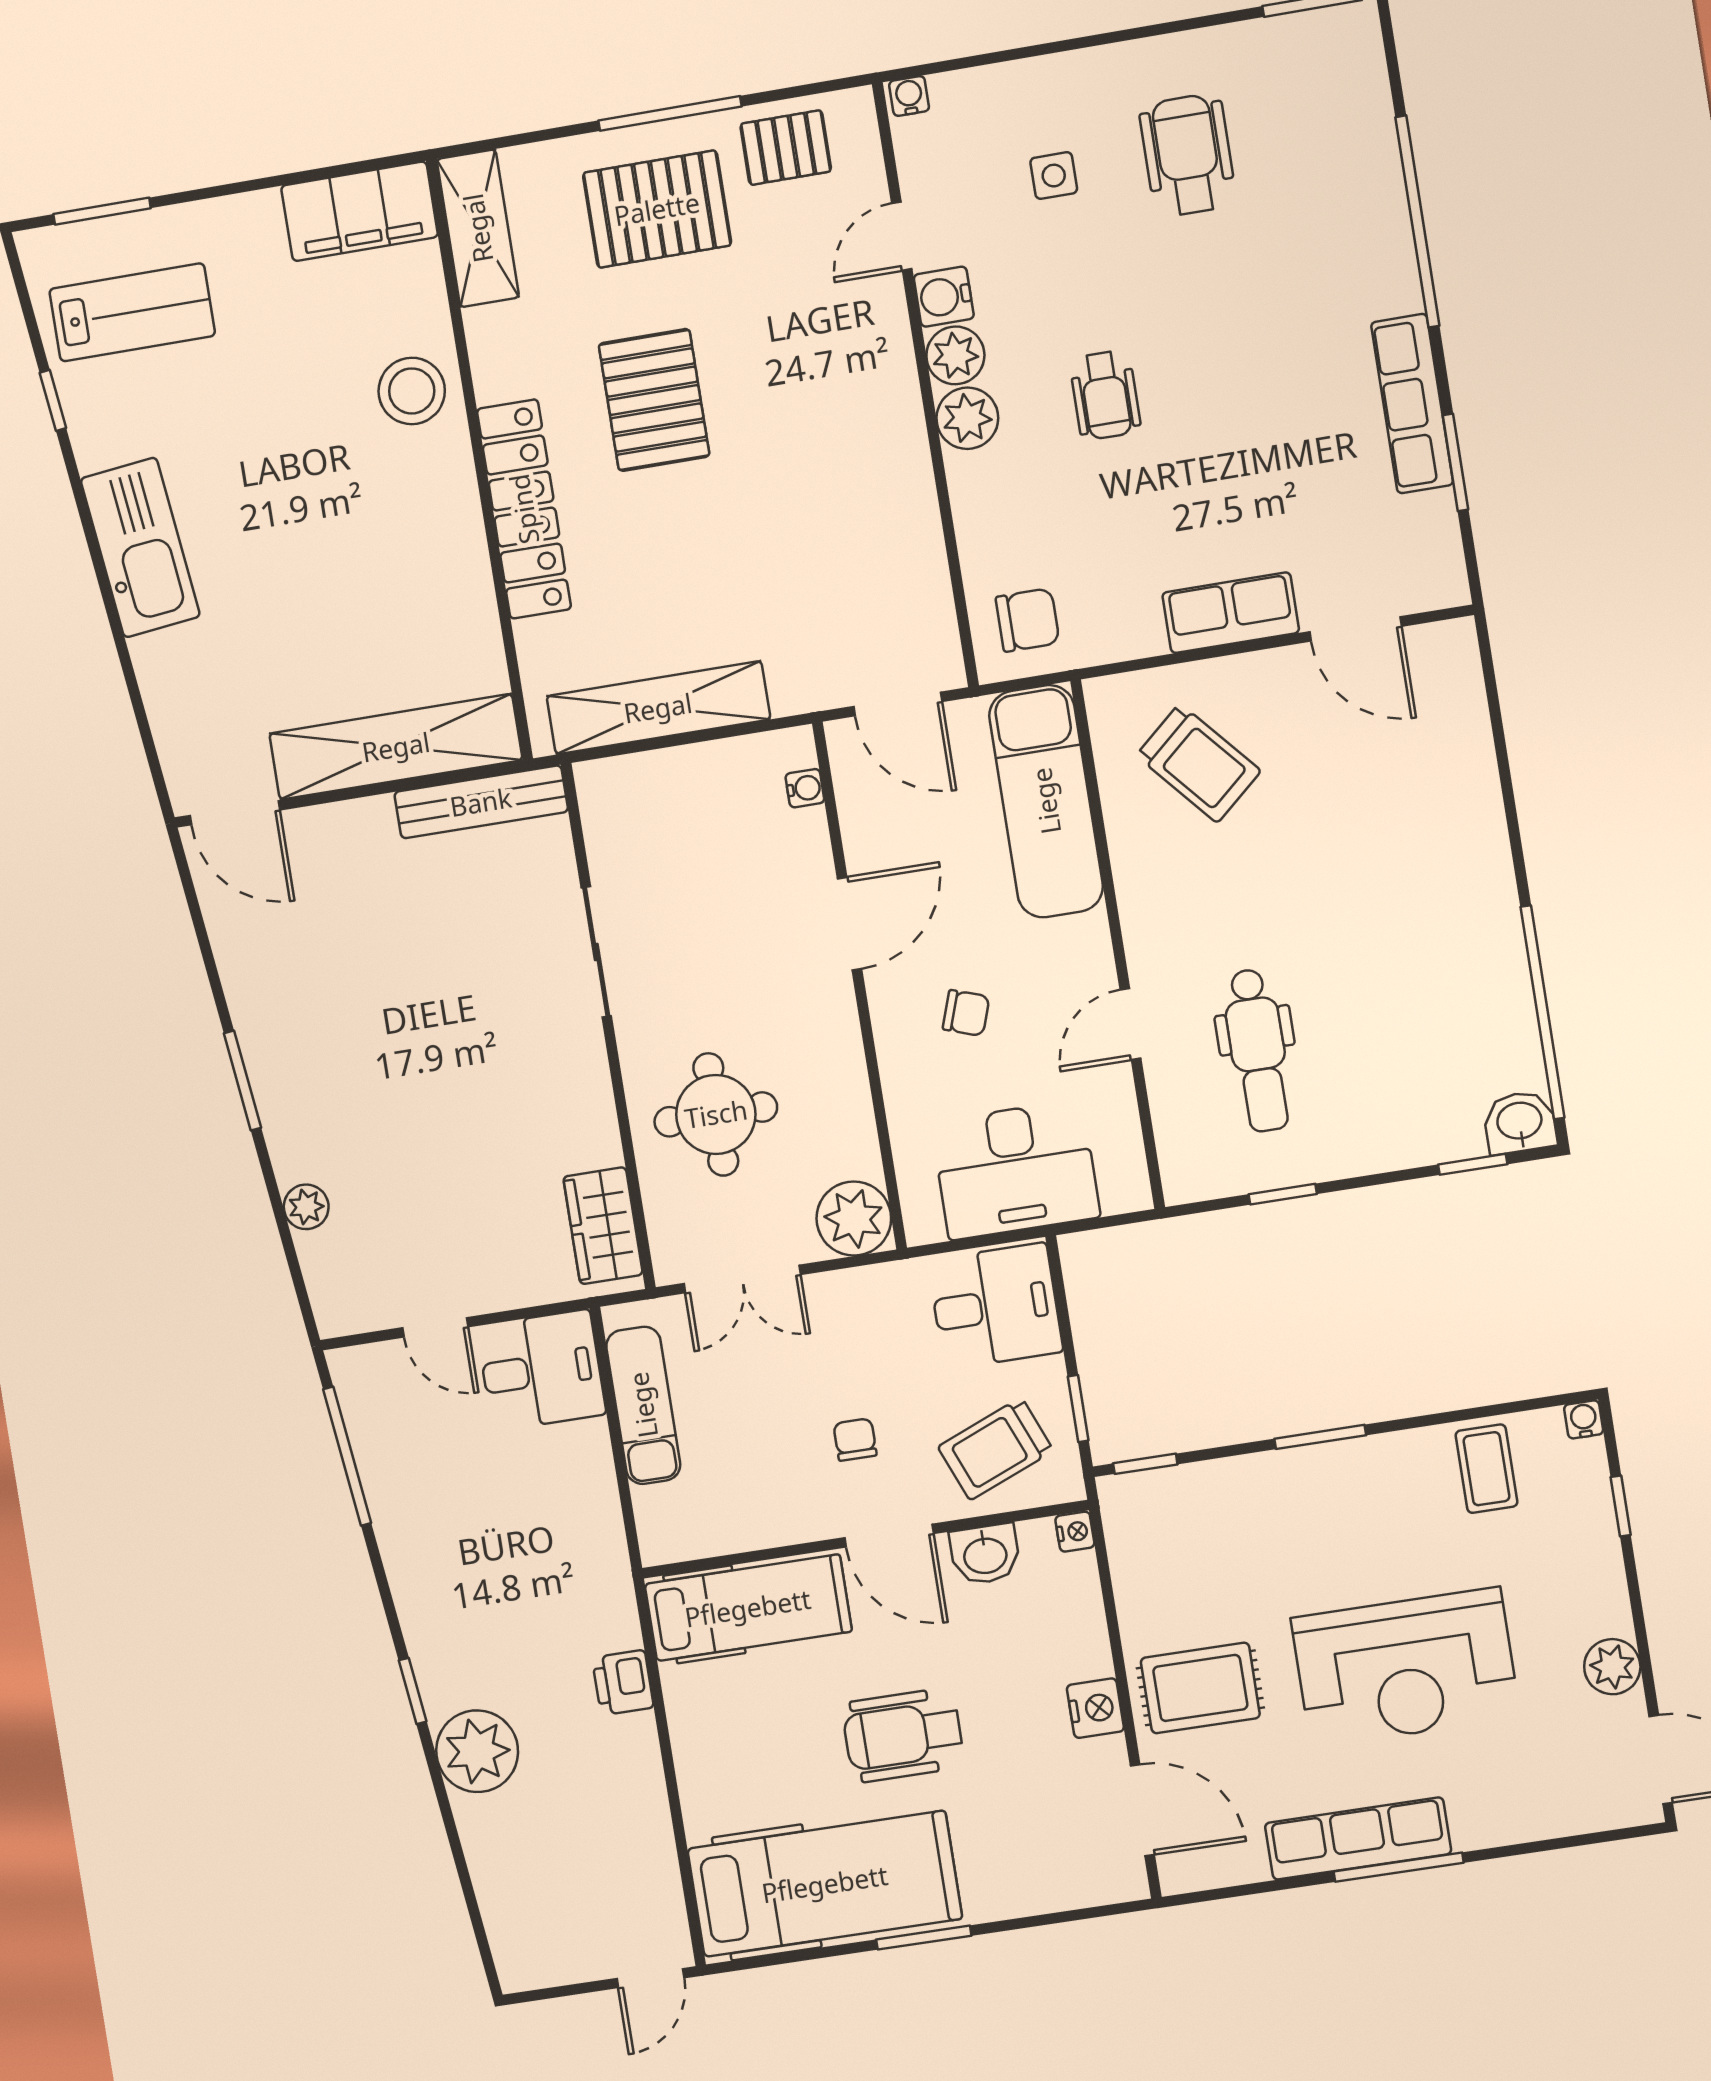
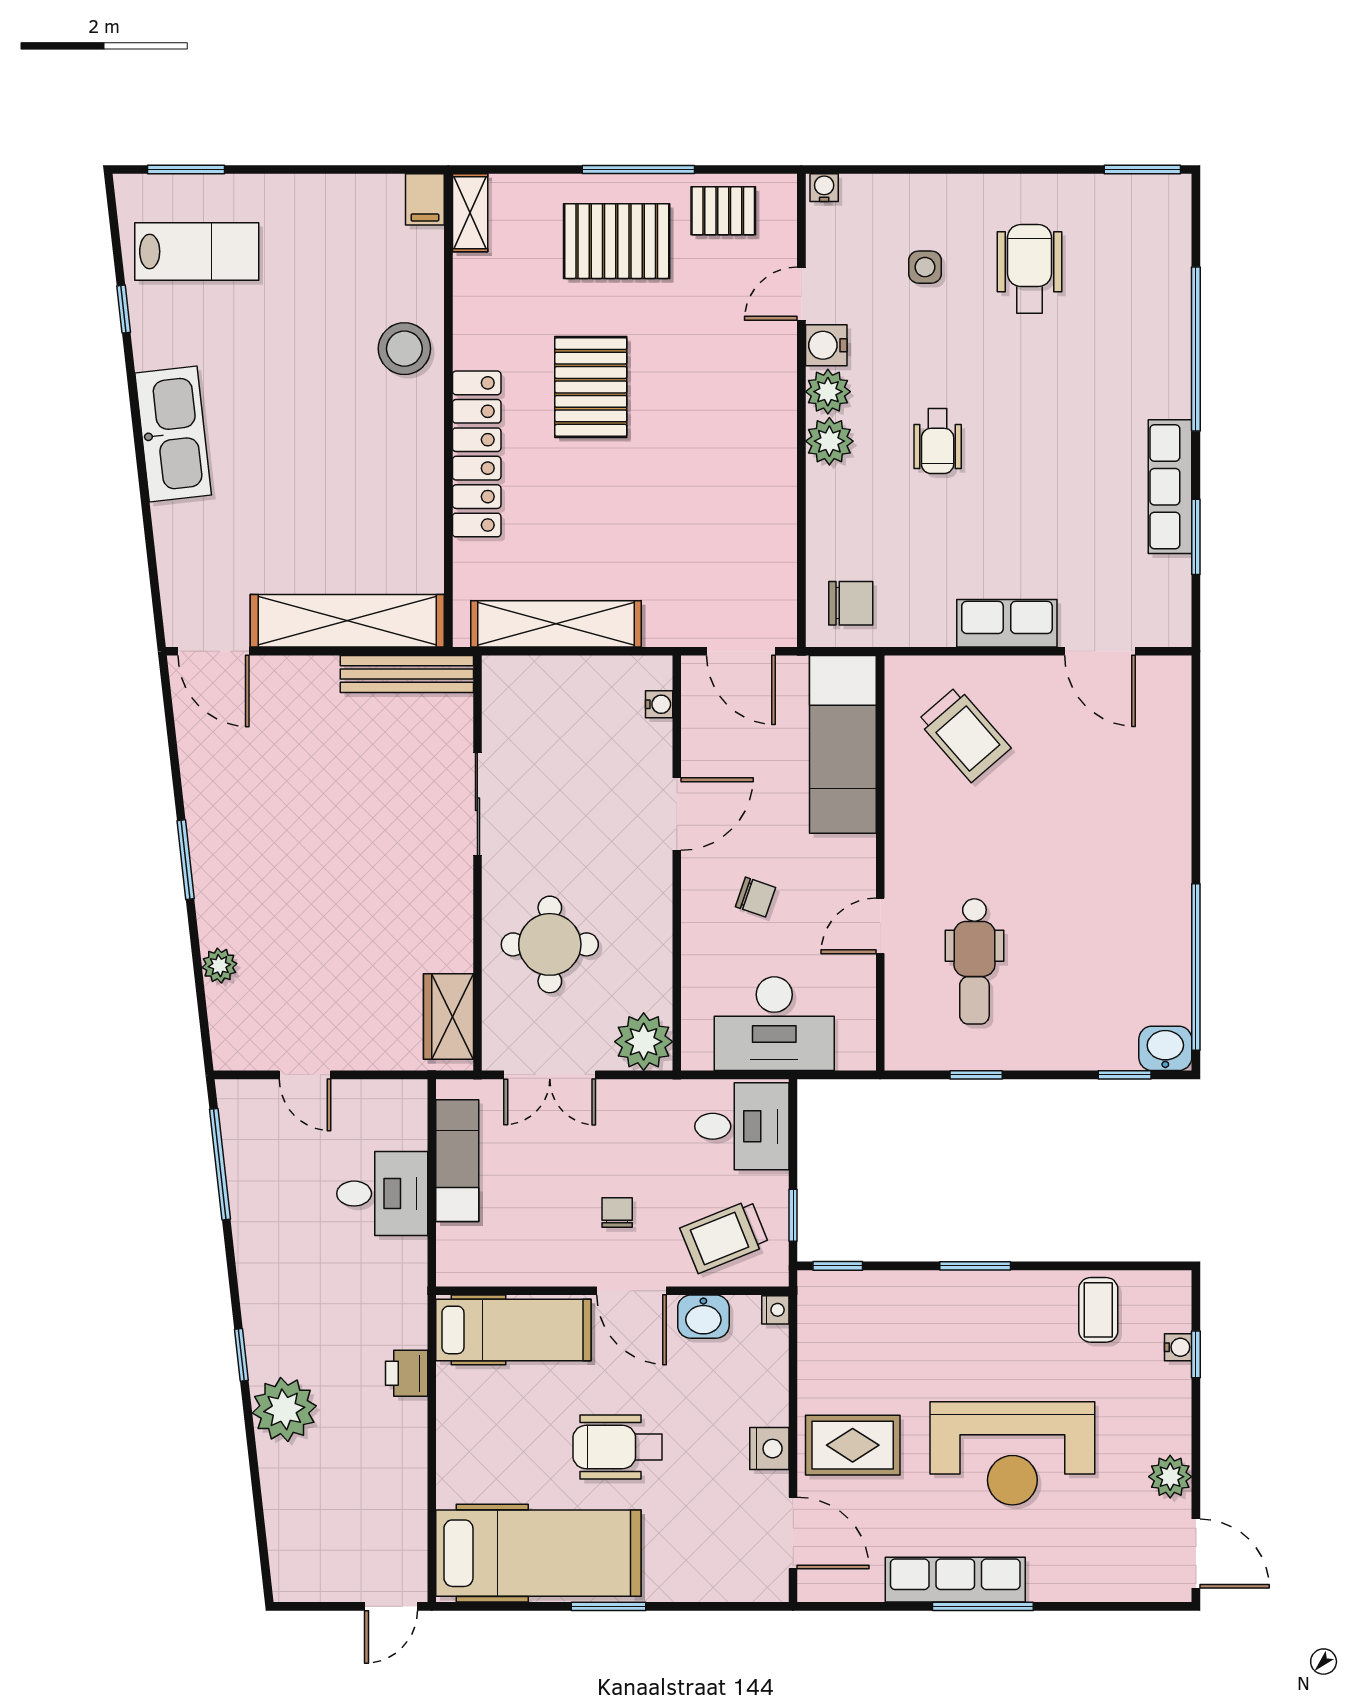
filing cabinet: (360, 211) -> (425, 199), width x0.33, depth x0.86
shelving: (478, 228) -> (470, 213), width x0.67, depth x0.75
desk: (541, 1370) -> (382, 1194), moved
water cooler: (1584, 1419) -> (1178, 1347), moved, turned 90

